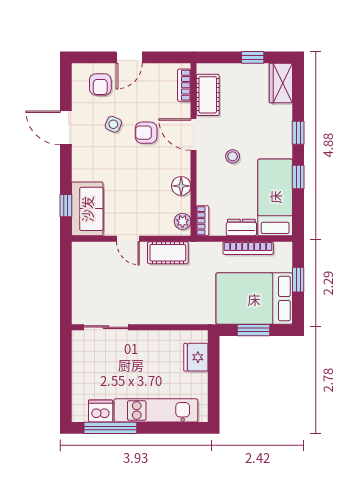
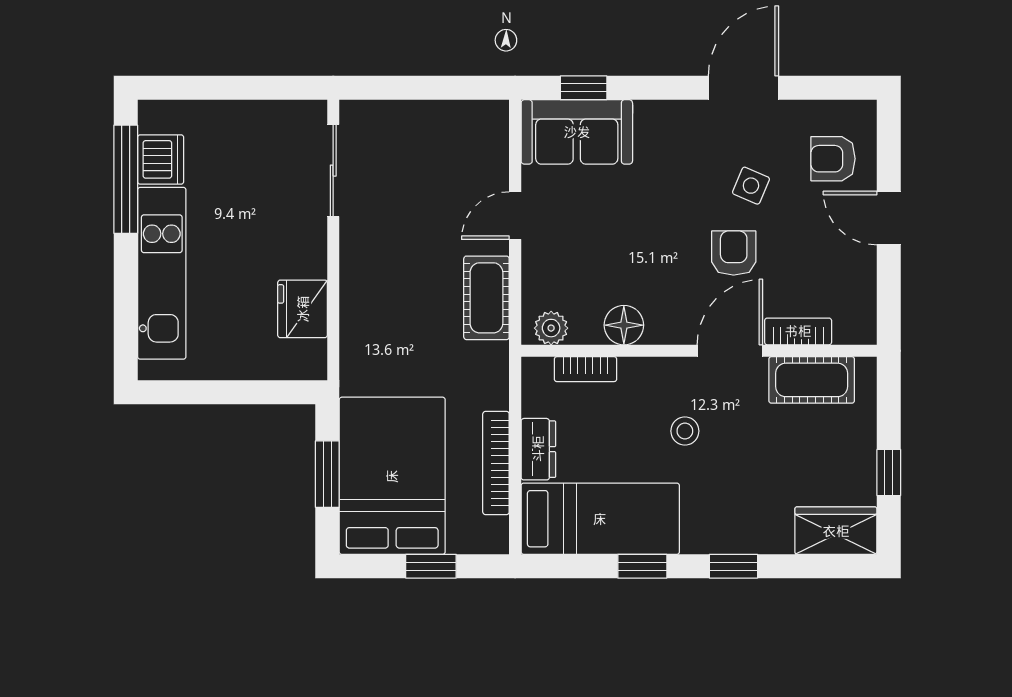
bookcase: (184, 85) -> (798, 331), moved
bookcase: (202, 221) -> (585, 369), moved
fridge: (196, 357) -> (303, 309), moved, turned -90

